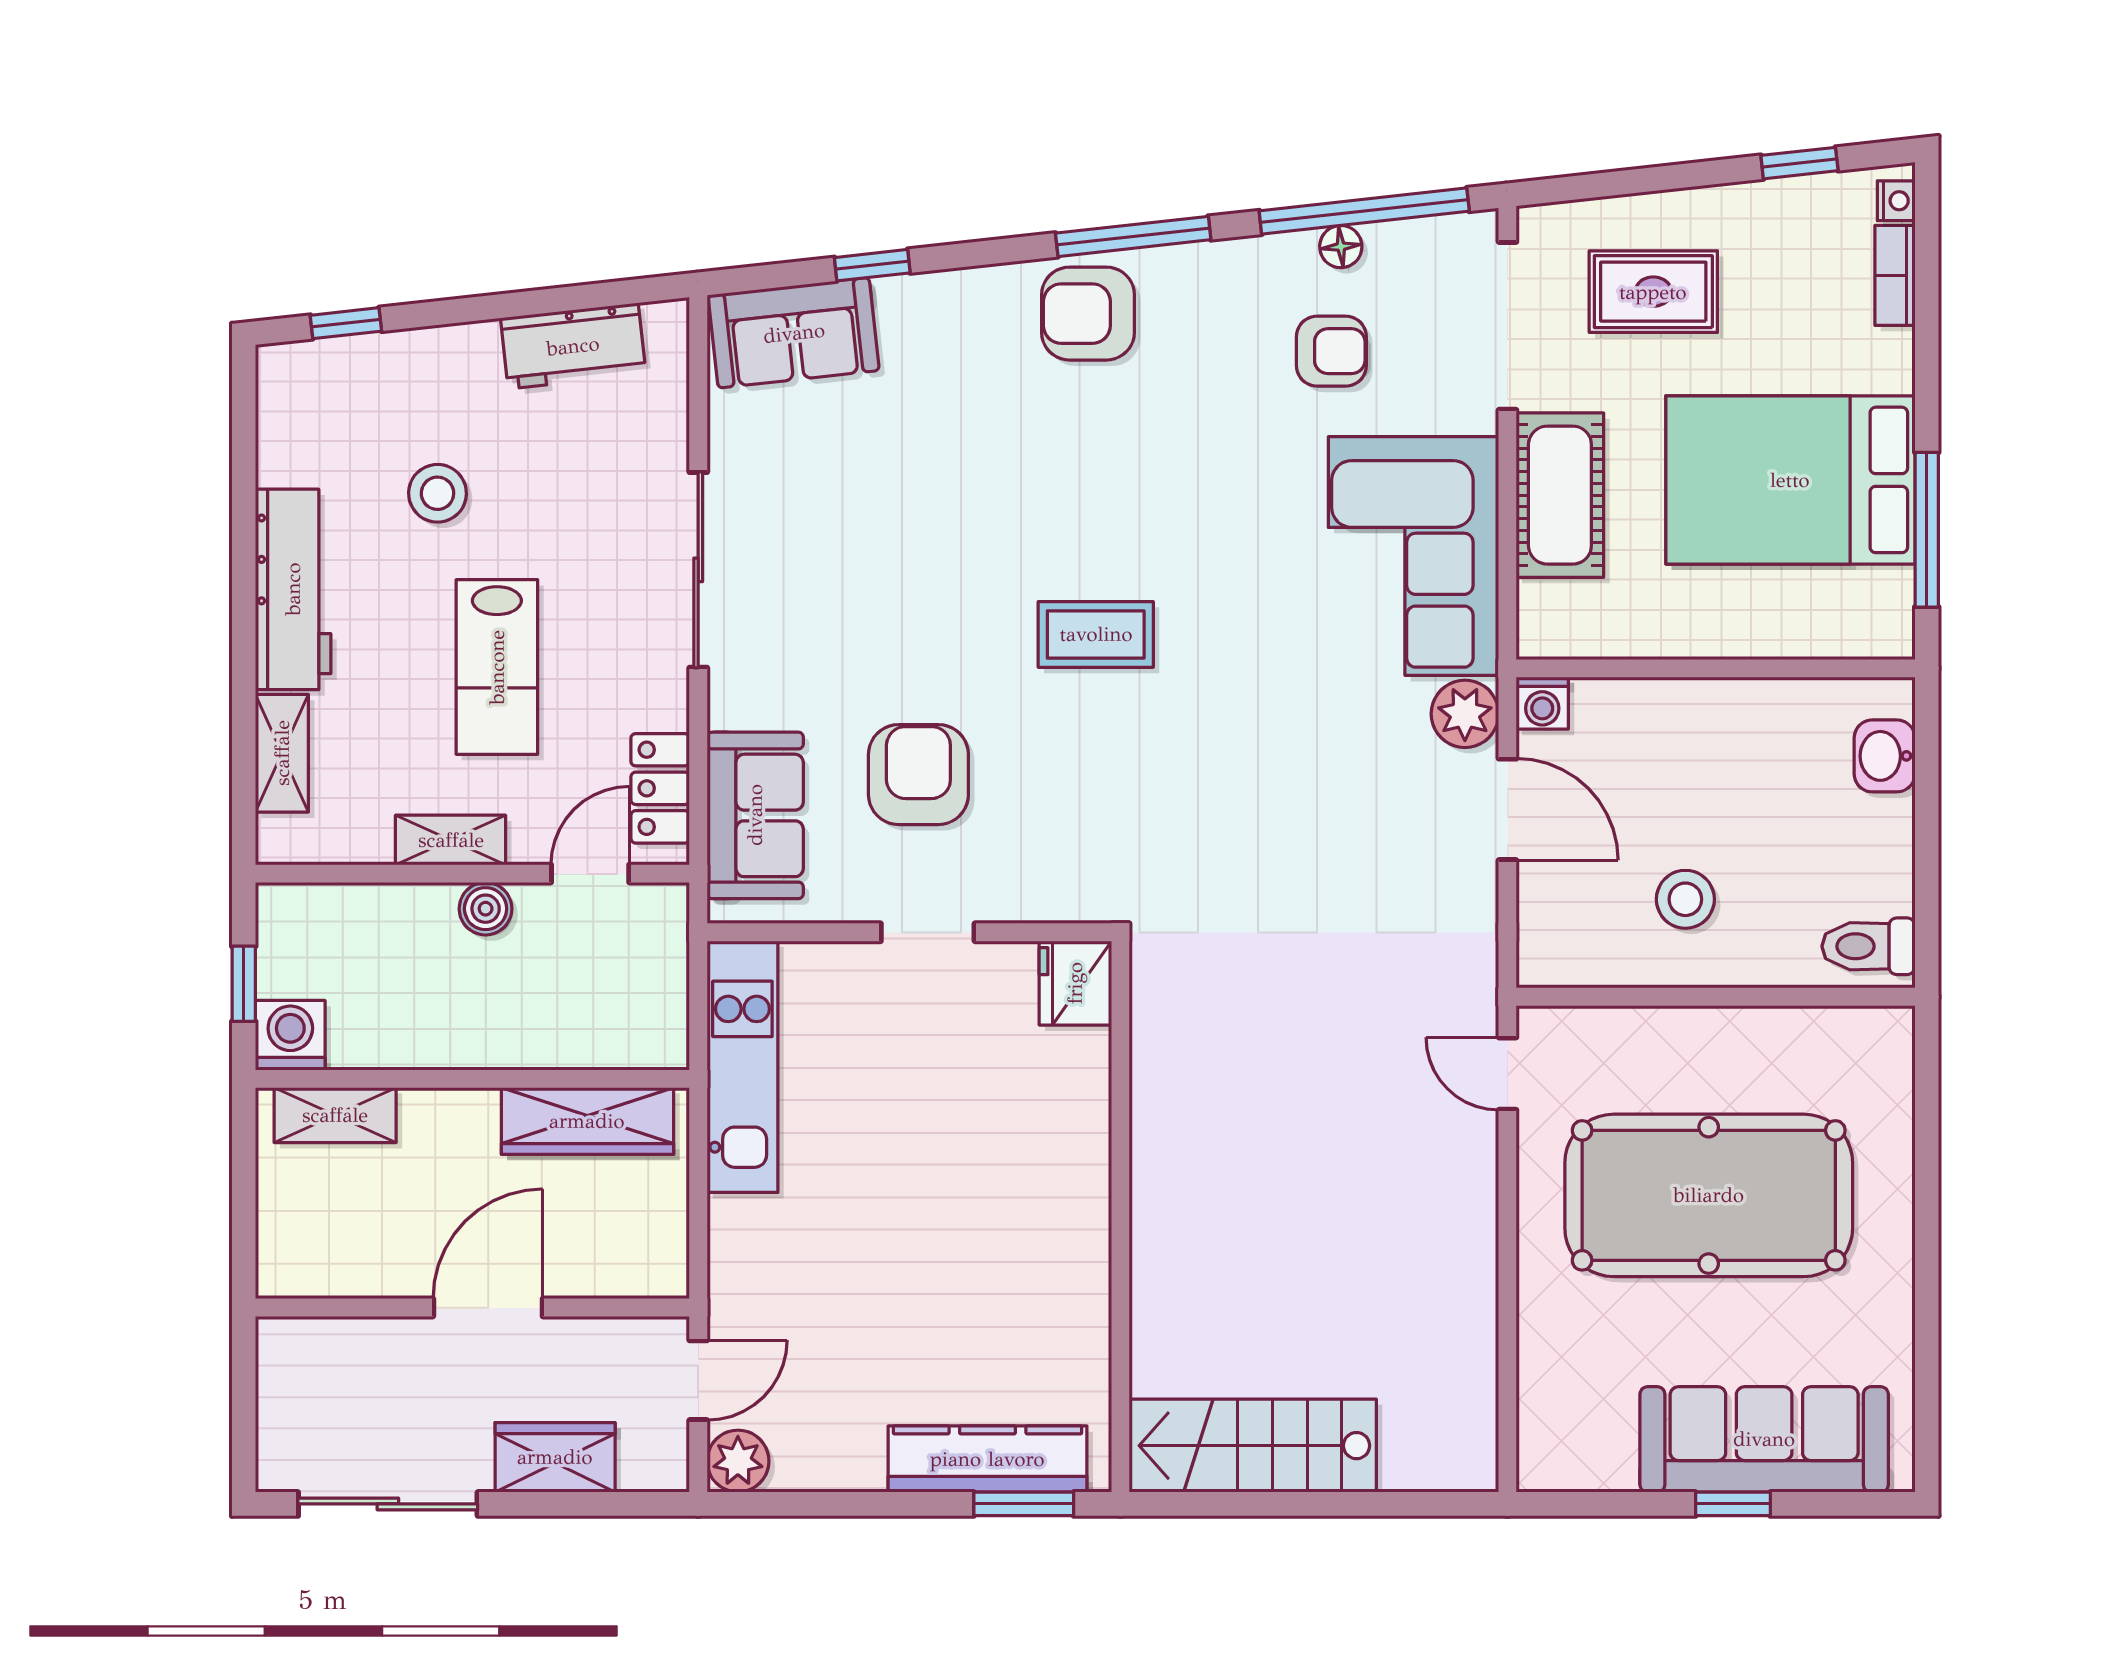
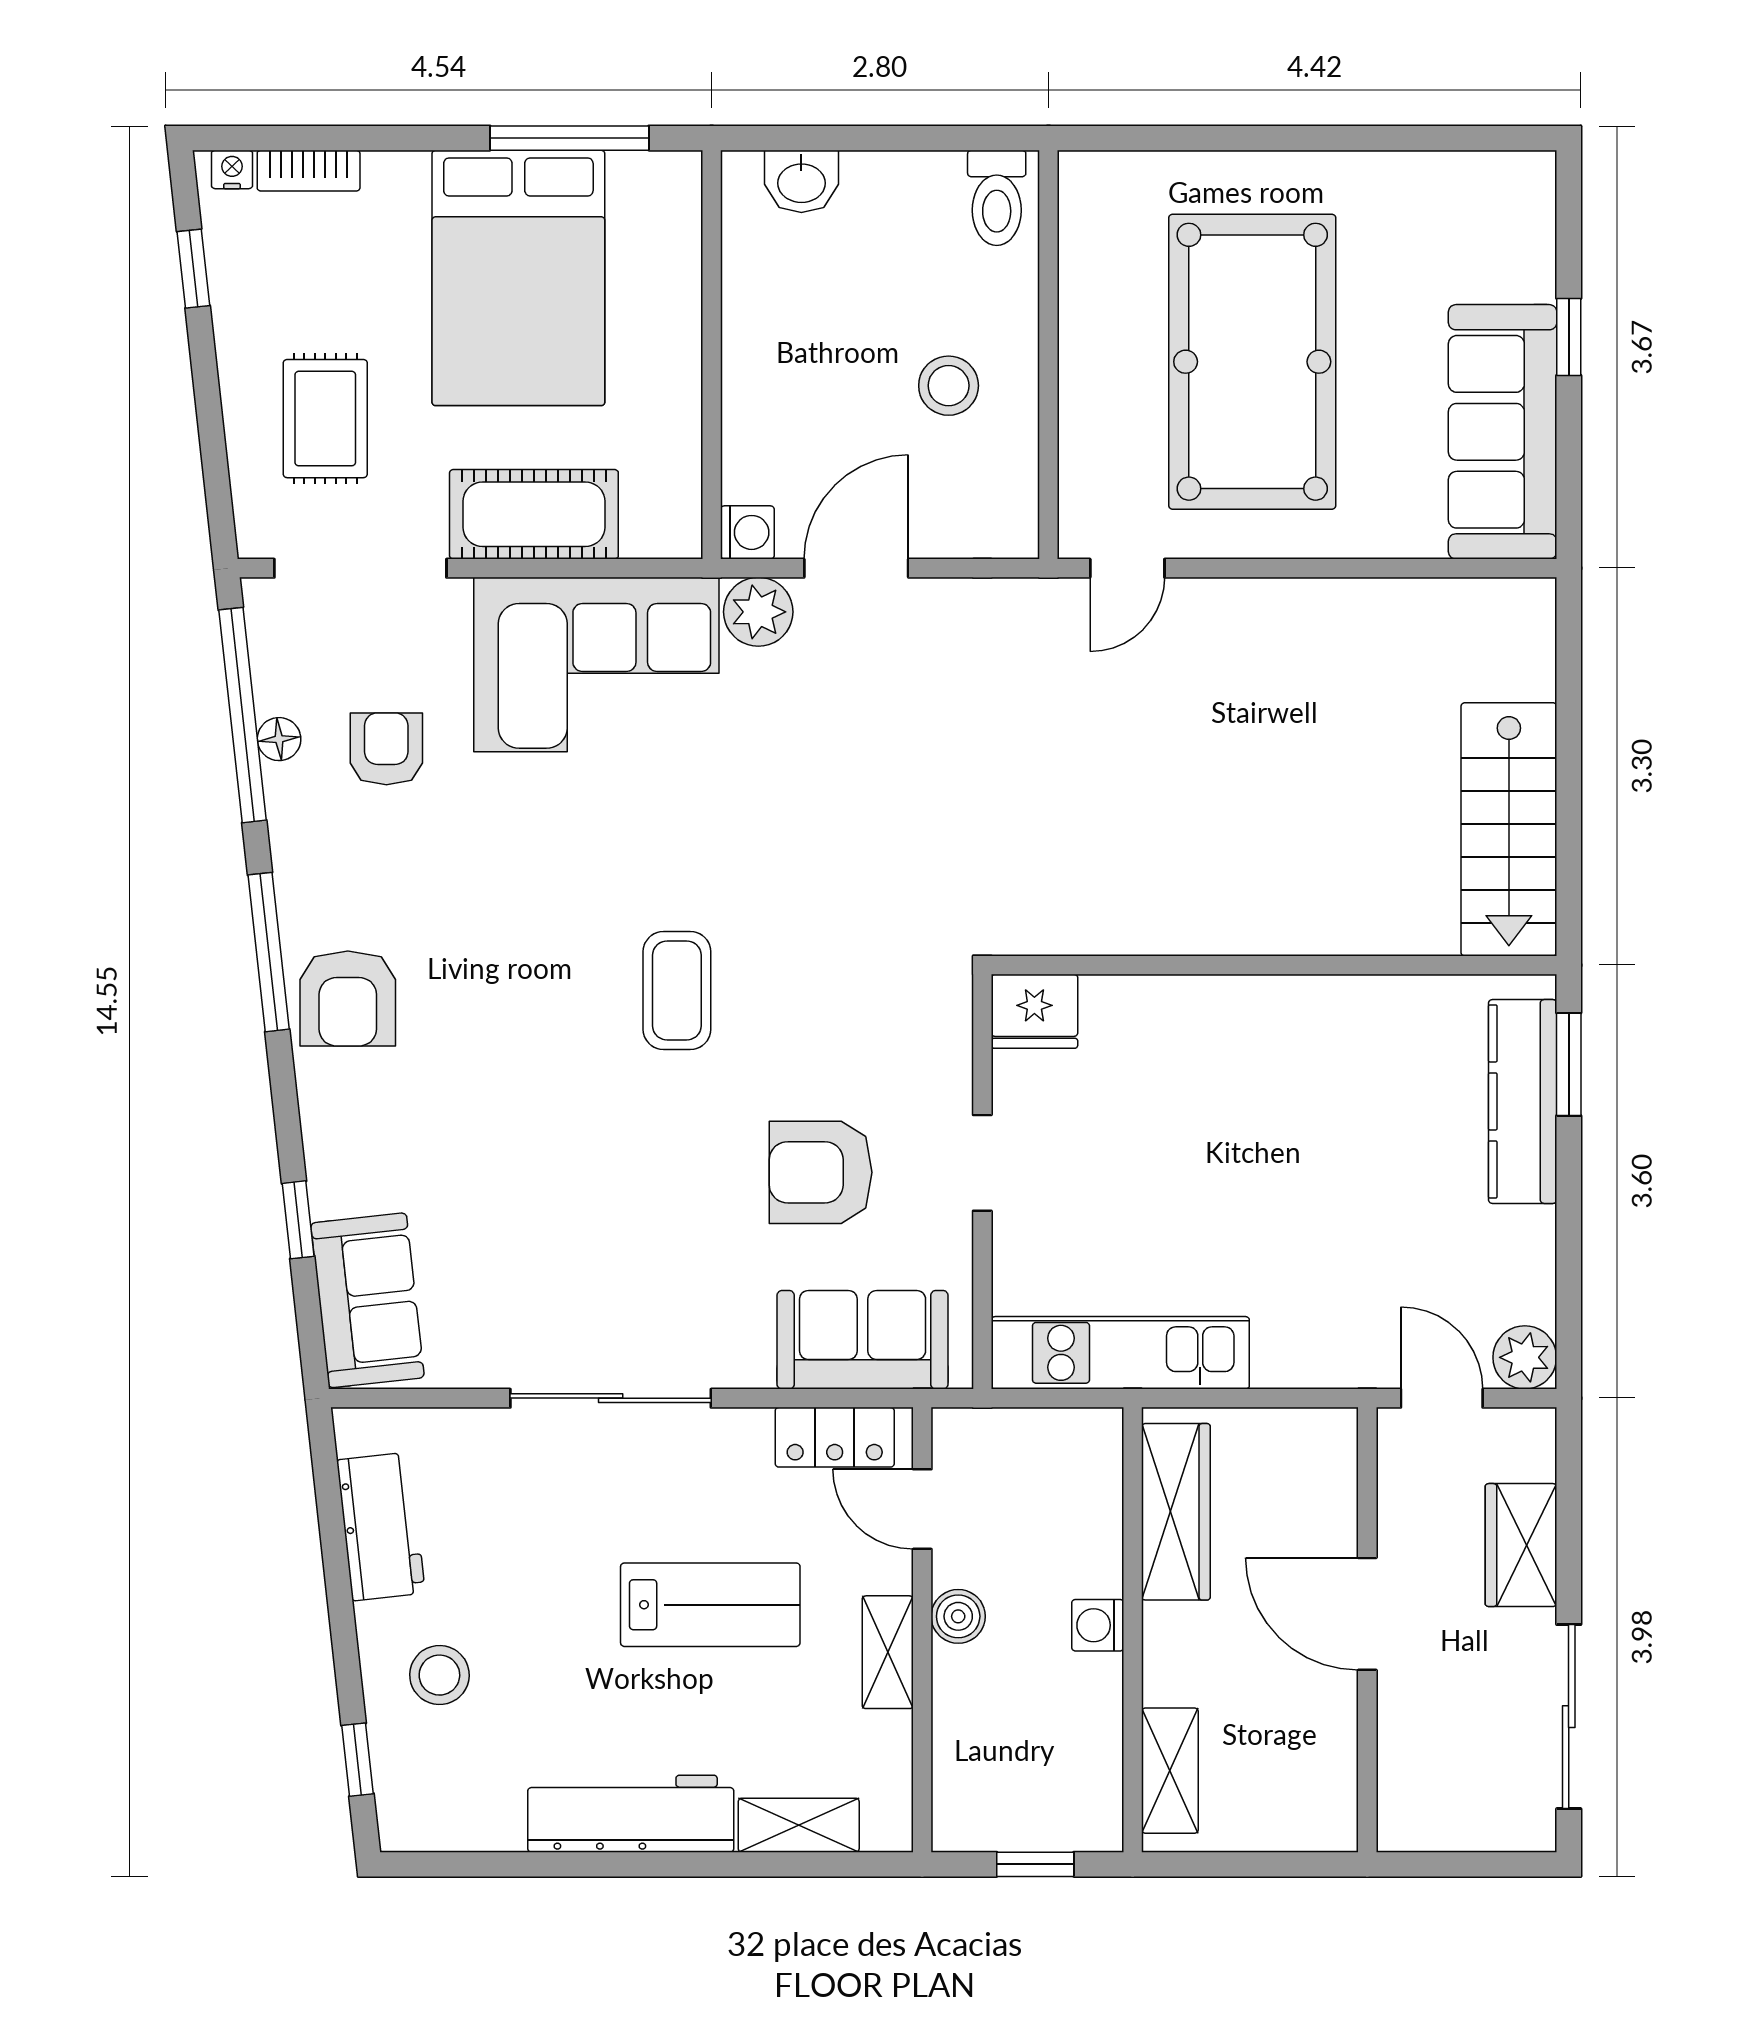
stool: (438, 493) -> (439, 1675), moved
washing machine: (290, 1035) -> (1098, 1625), moved, width x0.73, depth x0.73
sofa: (1764, 1439) -> (1503, 432), moved

